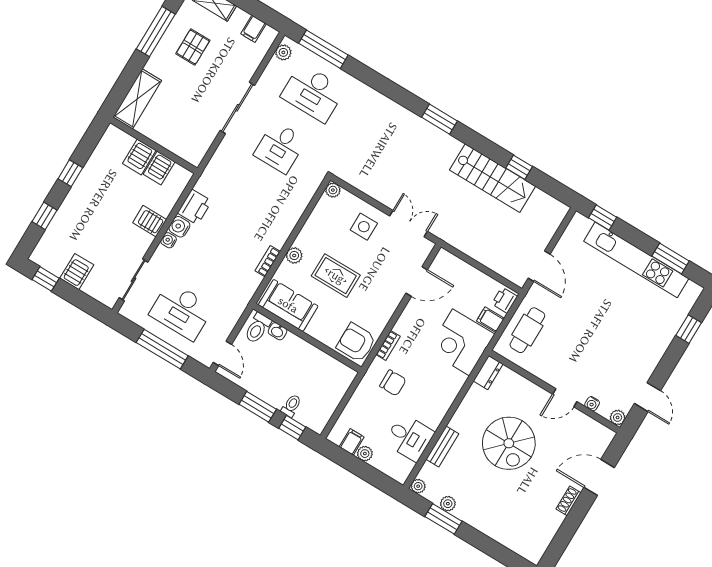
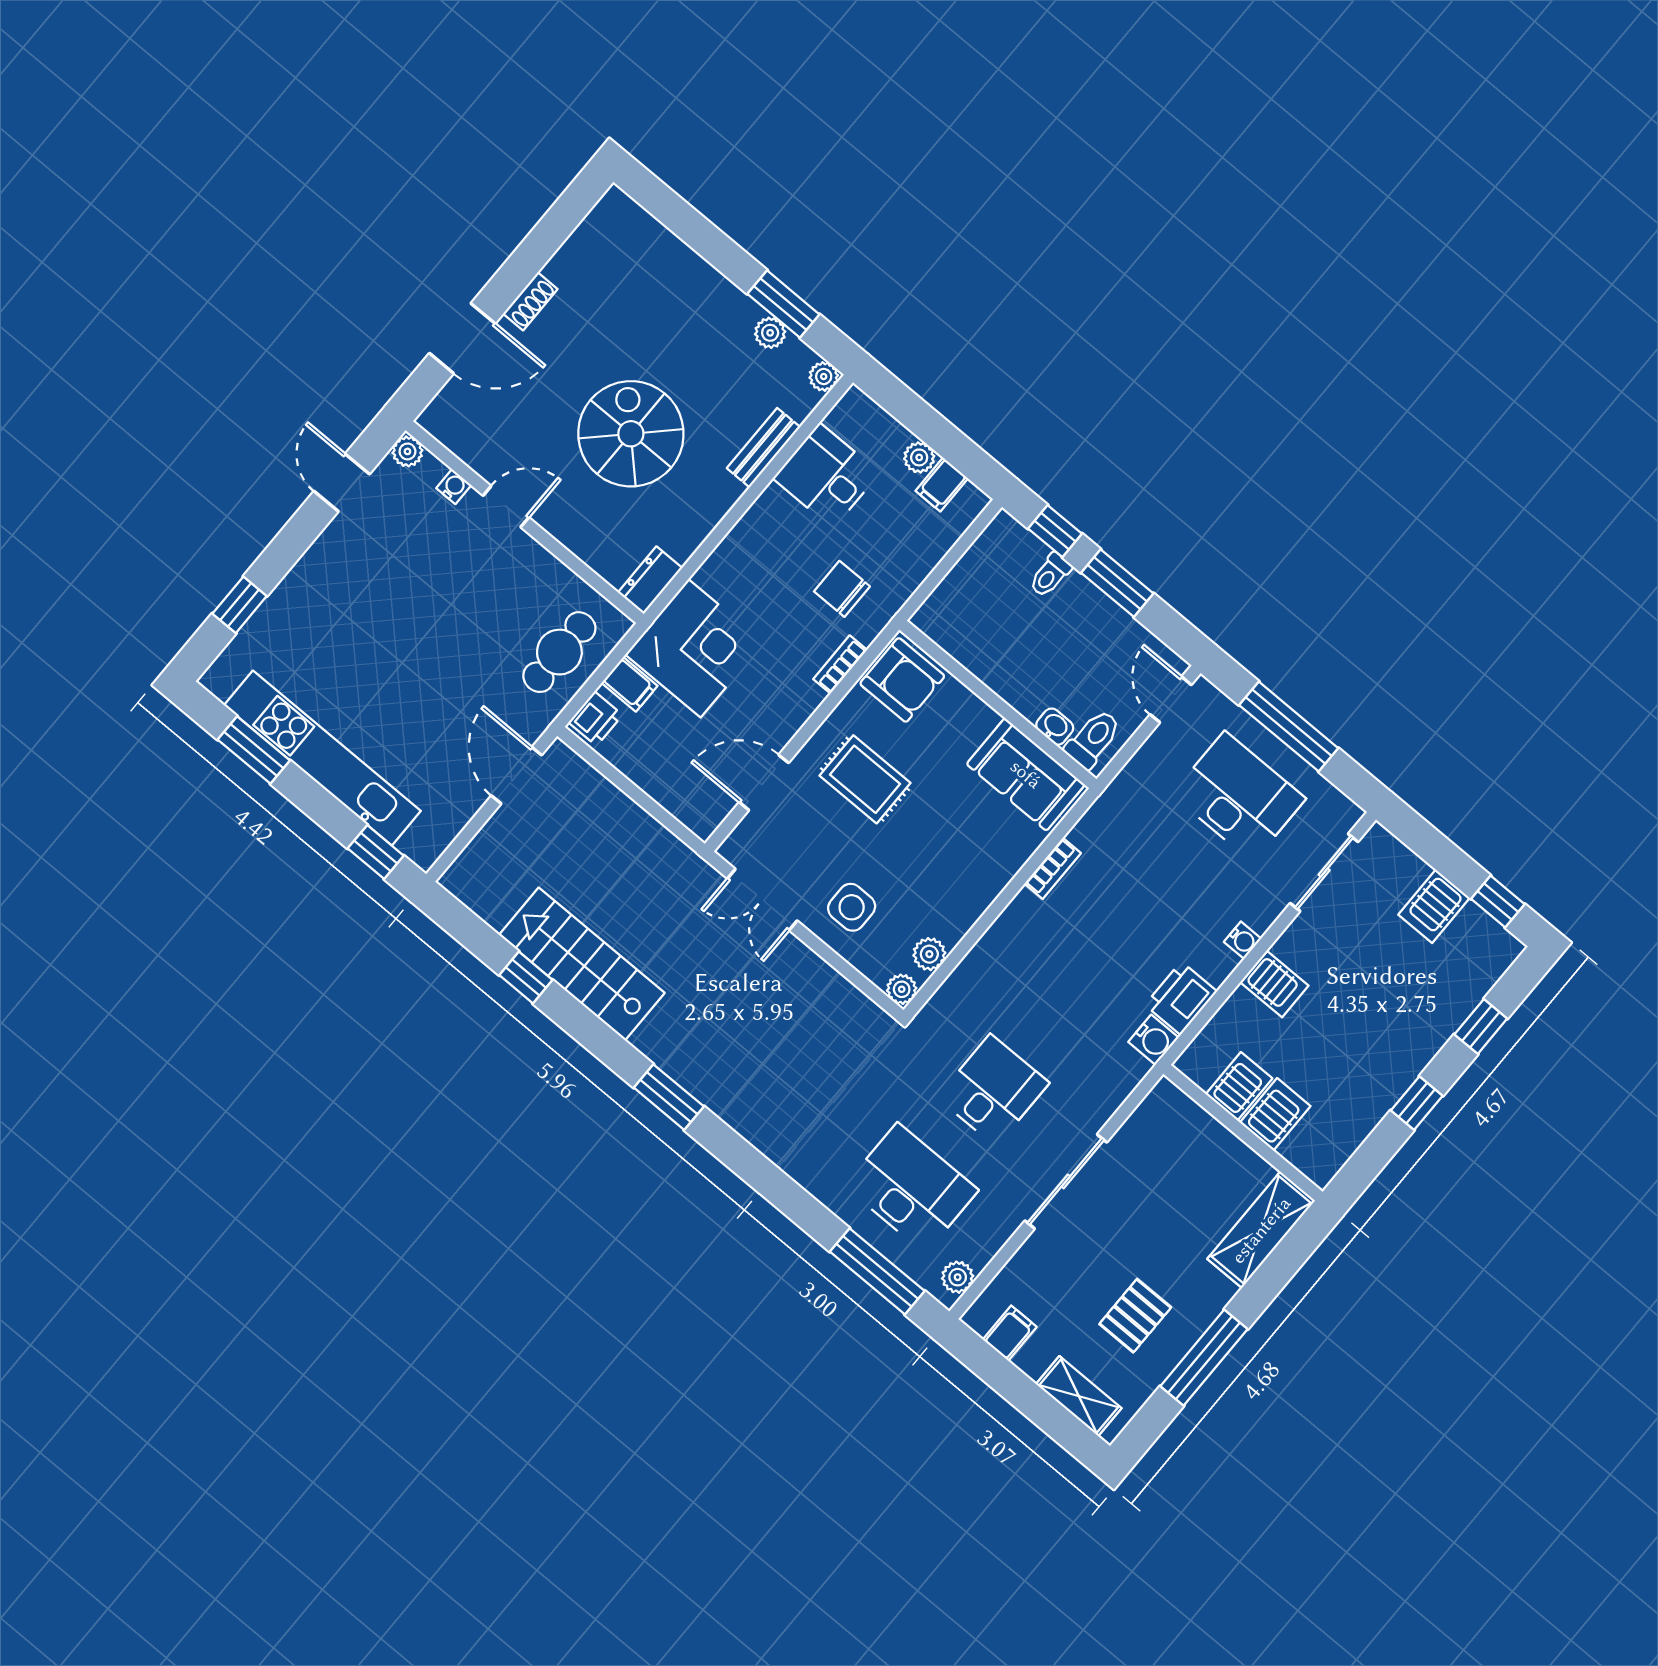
water cooler: (179, 227) -> (1153, 1040), moved
plant: (294, 256) -> (929, 954), moved
rug: (336, 276) -> (865, 779), moved

